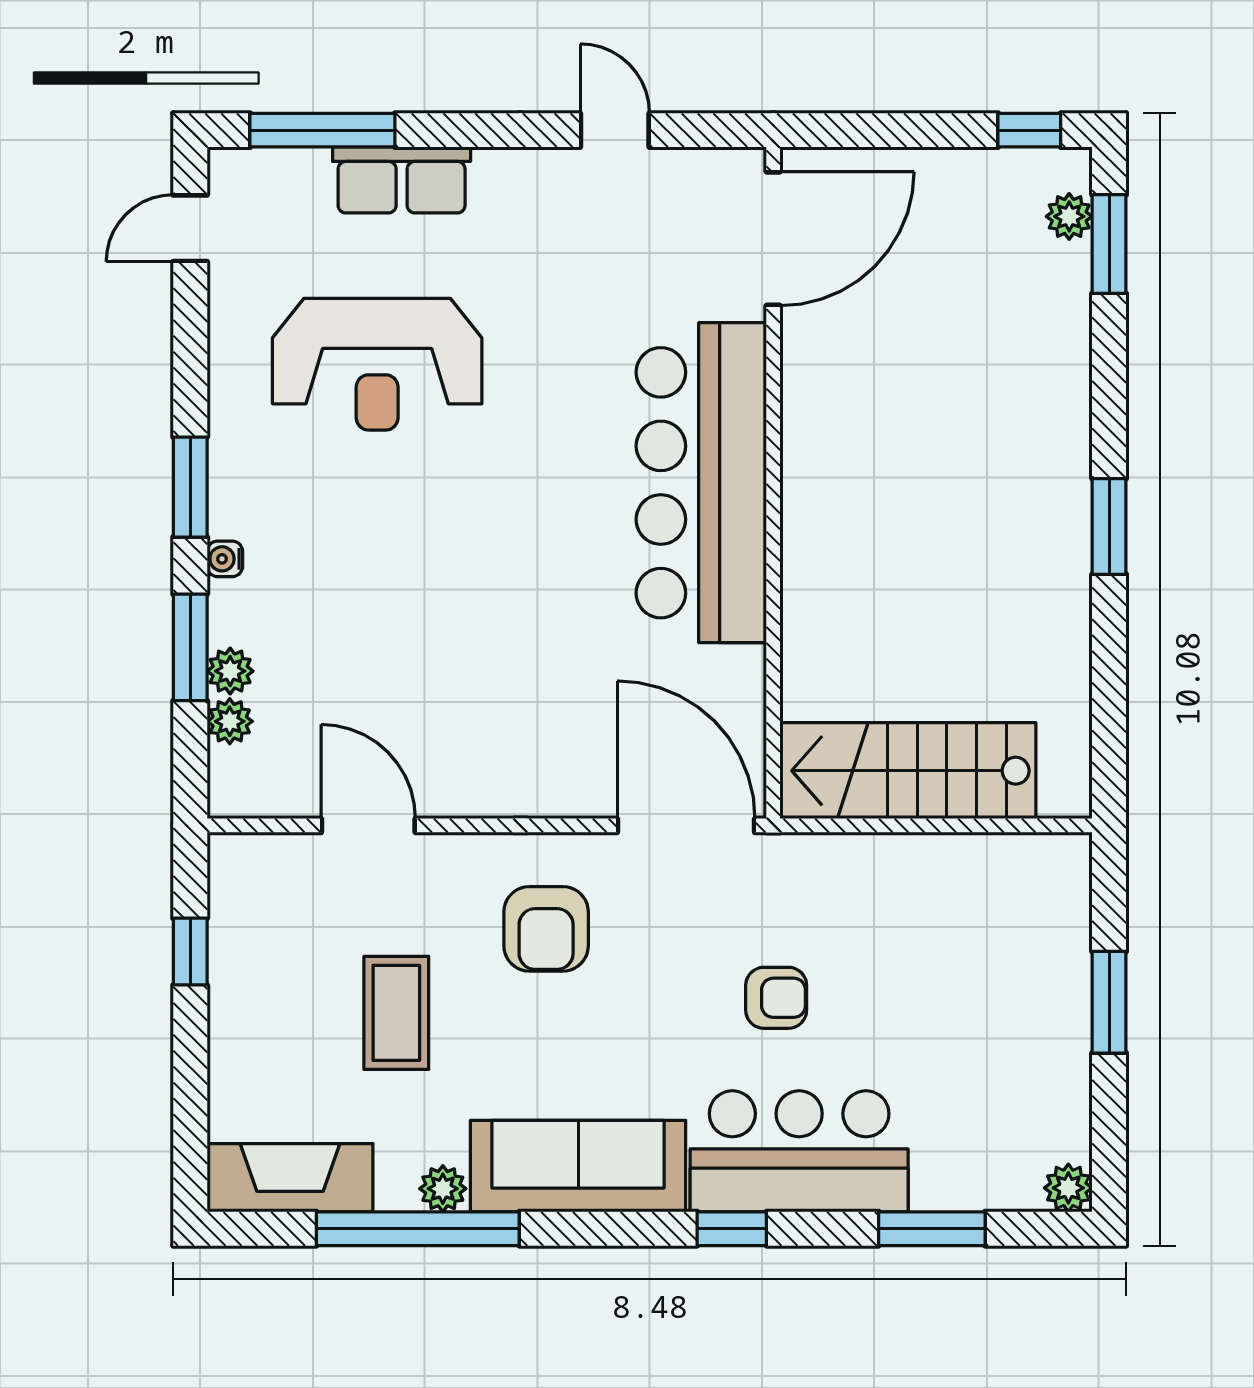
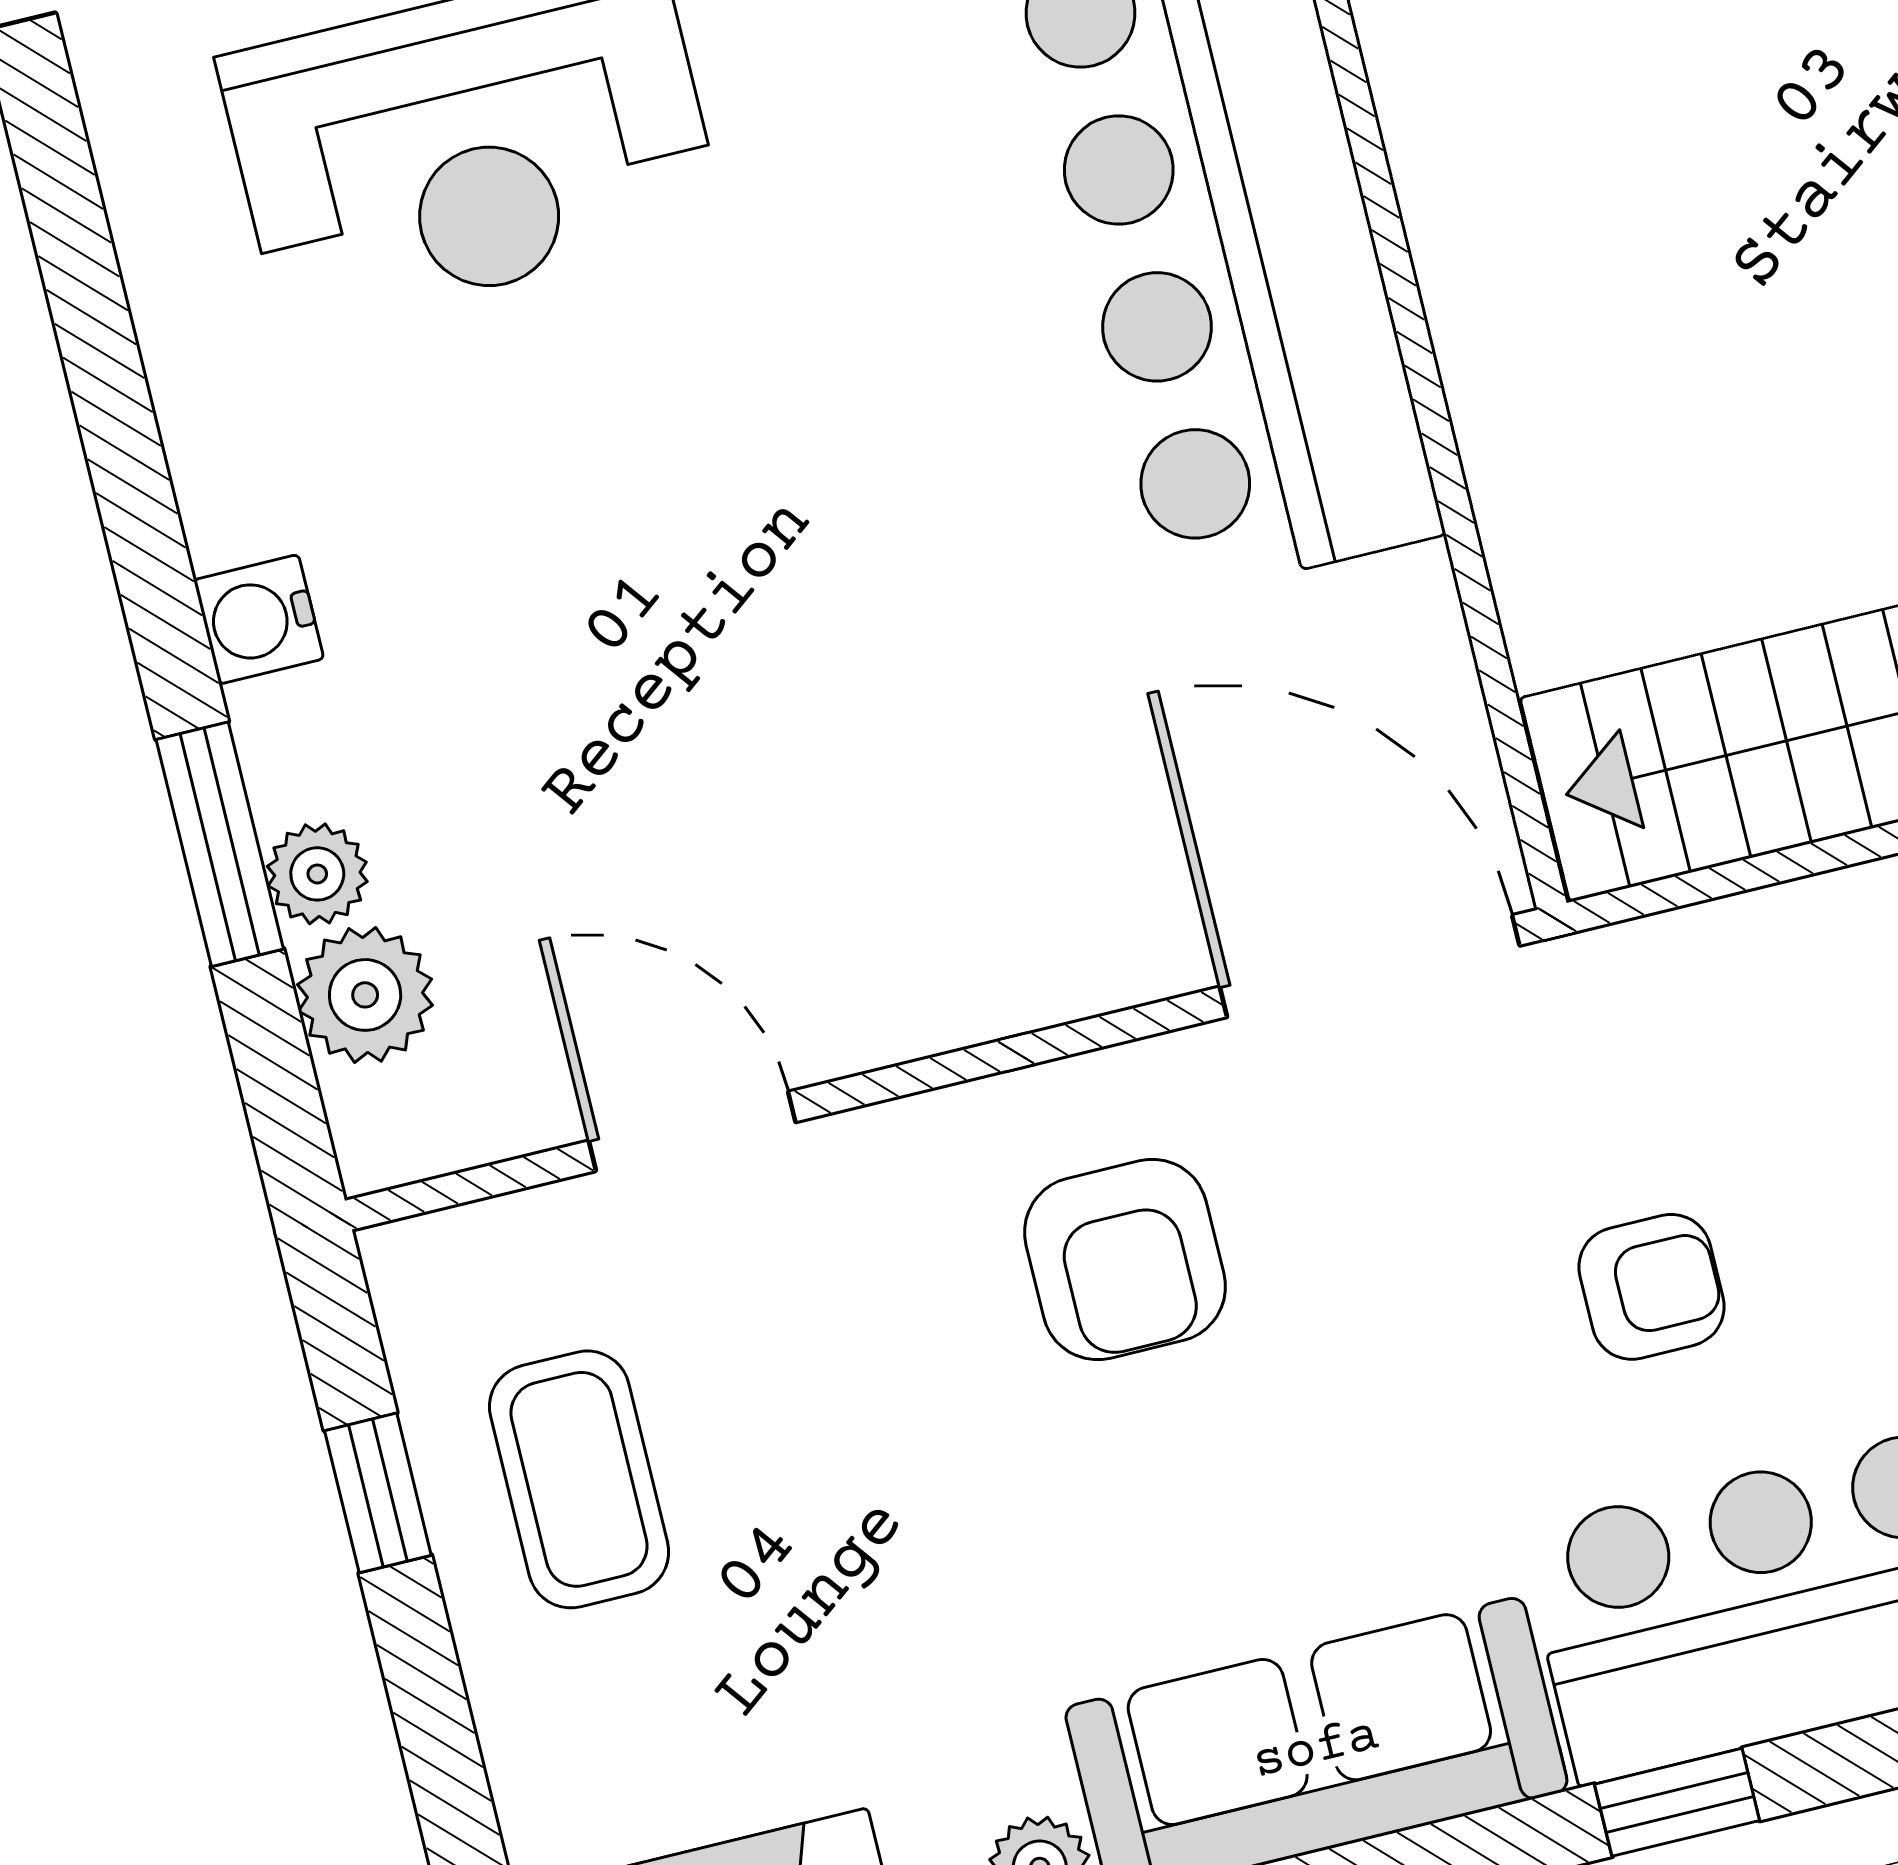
window: (190, 487) -> (136, 502), removed
water cooler: (225, 559) -> (259, 619), width x1.38, depth x1.38
plant: (230, 721) -> (365, 995), width x1.38, depth x1.38
coffee table: (396, 1013) -> (579, 1479), moved

